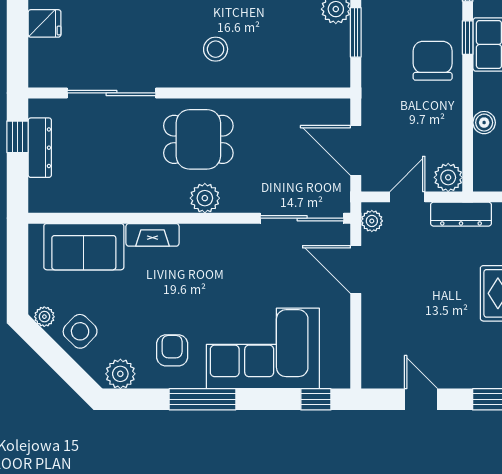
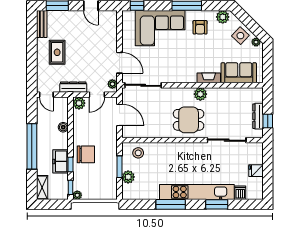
stool: (216, 49) -> (138, 153), moved
chair: (433, 61) -> (86, 154), turned -90
plant: (205, 198) -> (200, 94), moved

